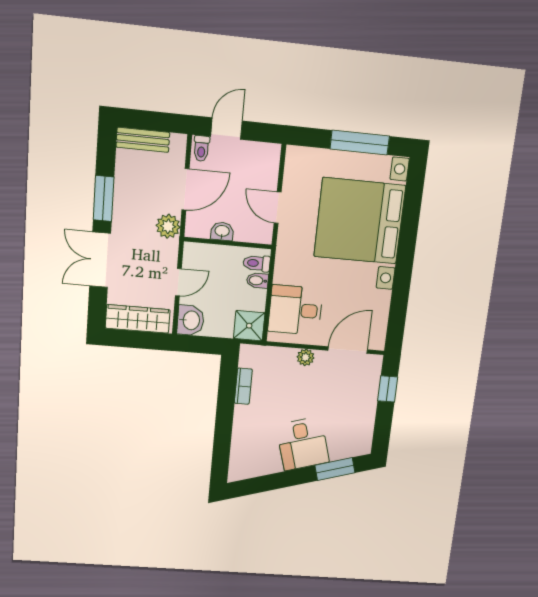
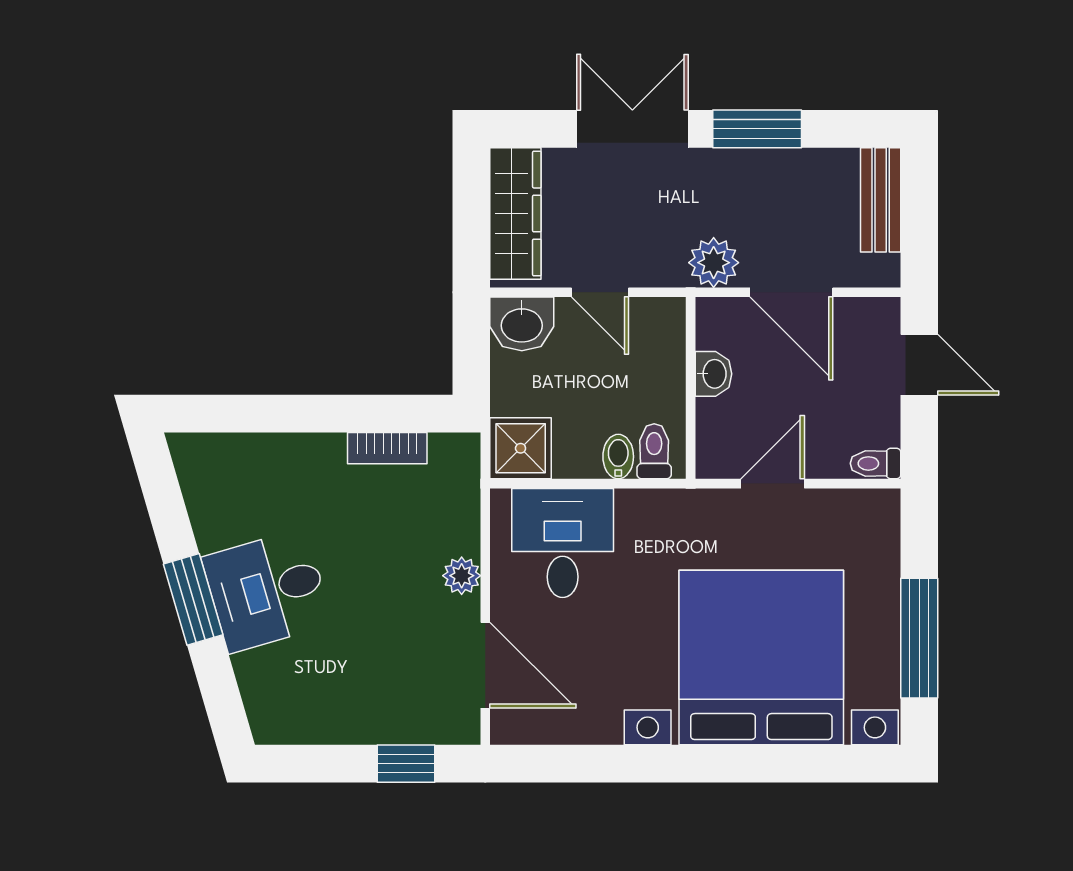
toilet: (201, 148) -> (875, 463), moved
window: (335, 469) -> (193, 599), moved

